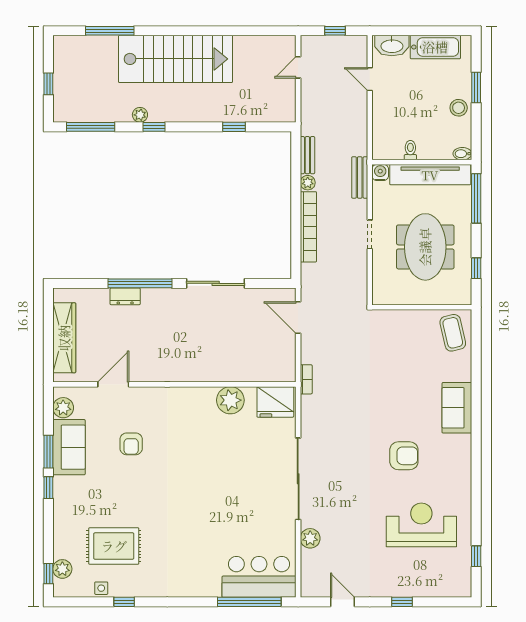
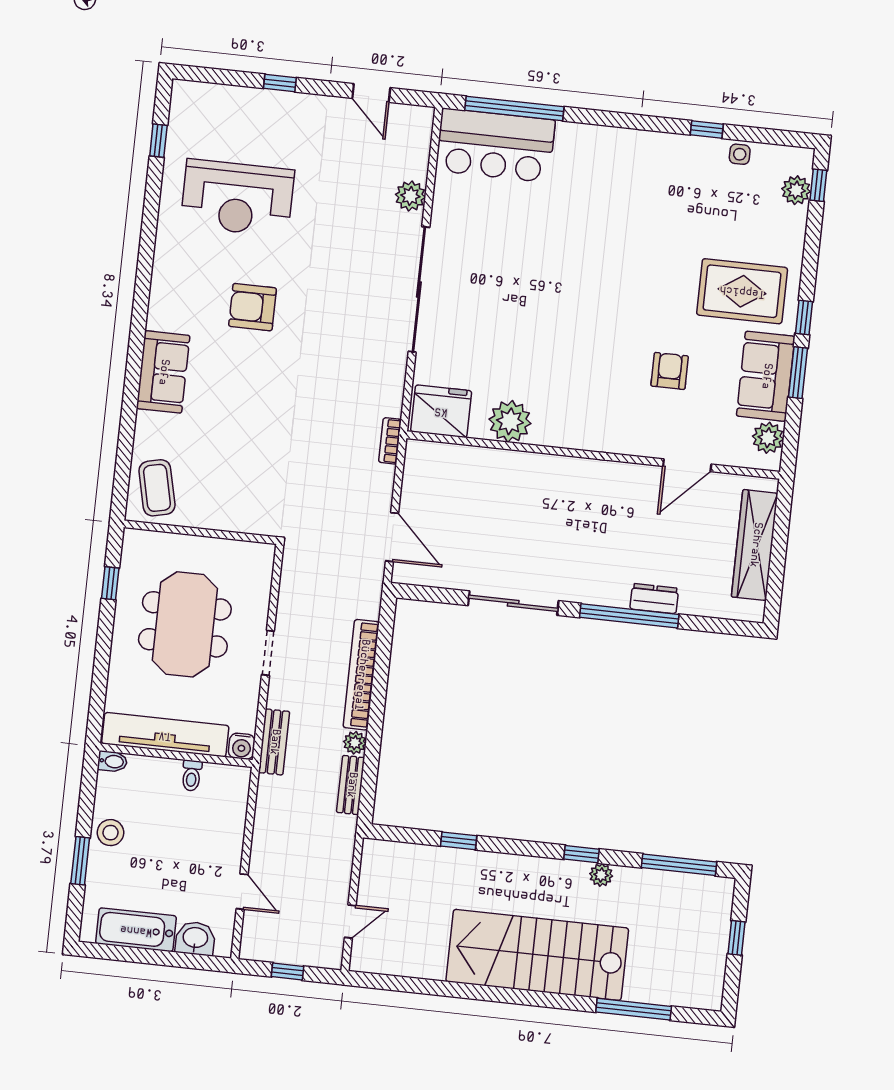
washbasin: (392, 46) -> (195, 938), width x0.72
window: (476, 198) -> (99, 690), removed
rug: (114, 546) -> (742, 291), moved

